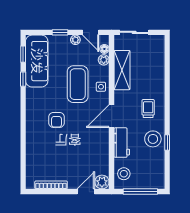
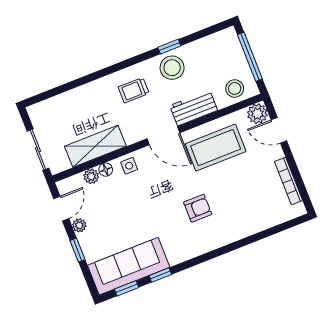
floor lamp: (104, 49) -> (106, 170), moved
coffee table: (78, 84) -> (216, 148), moved

